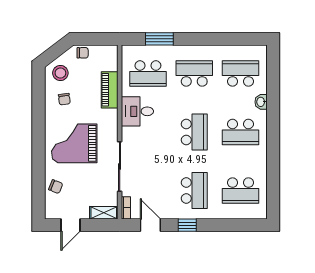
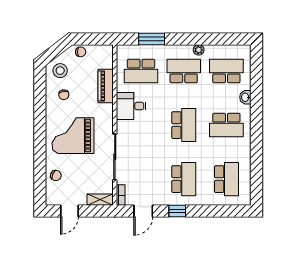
plant: (210, 51) -> (199, 50), added
school desk: (240, 191) -> (226, 179), turned -90
door: (150, 225) -> (143, 211), swing flipped

